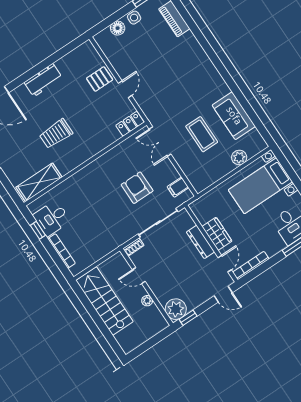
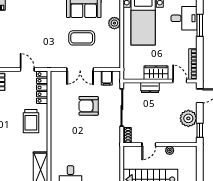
door: (125, 89) -> (27, 69), moved
locker: (130, 124) -> (42, 87), width x1.53
trolley: (56, 134) -> (31, 121), moved
double door: (160, 142) -> (80, 69), moved
dresser: (200, 242) -> (150, 88), width x0.70
plant: (176, 309) -> (188, 118), moved

